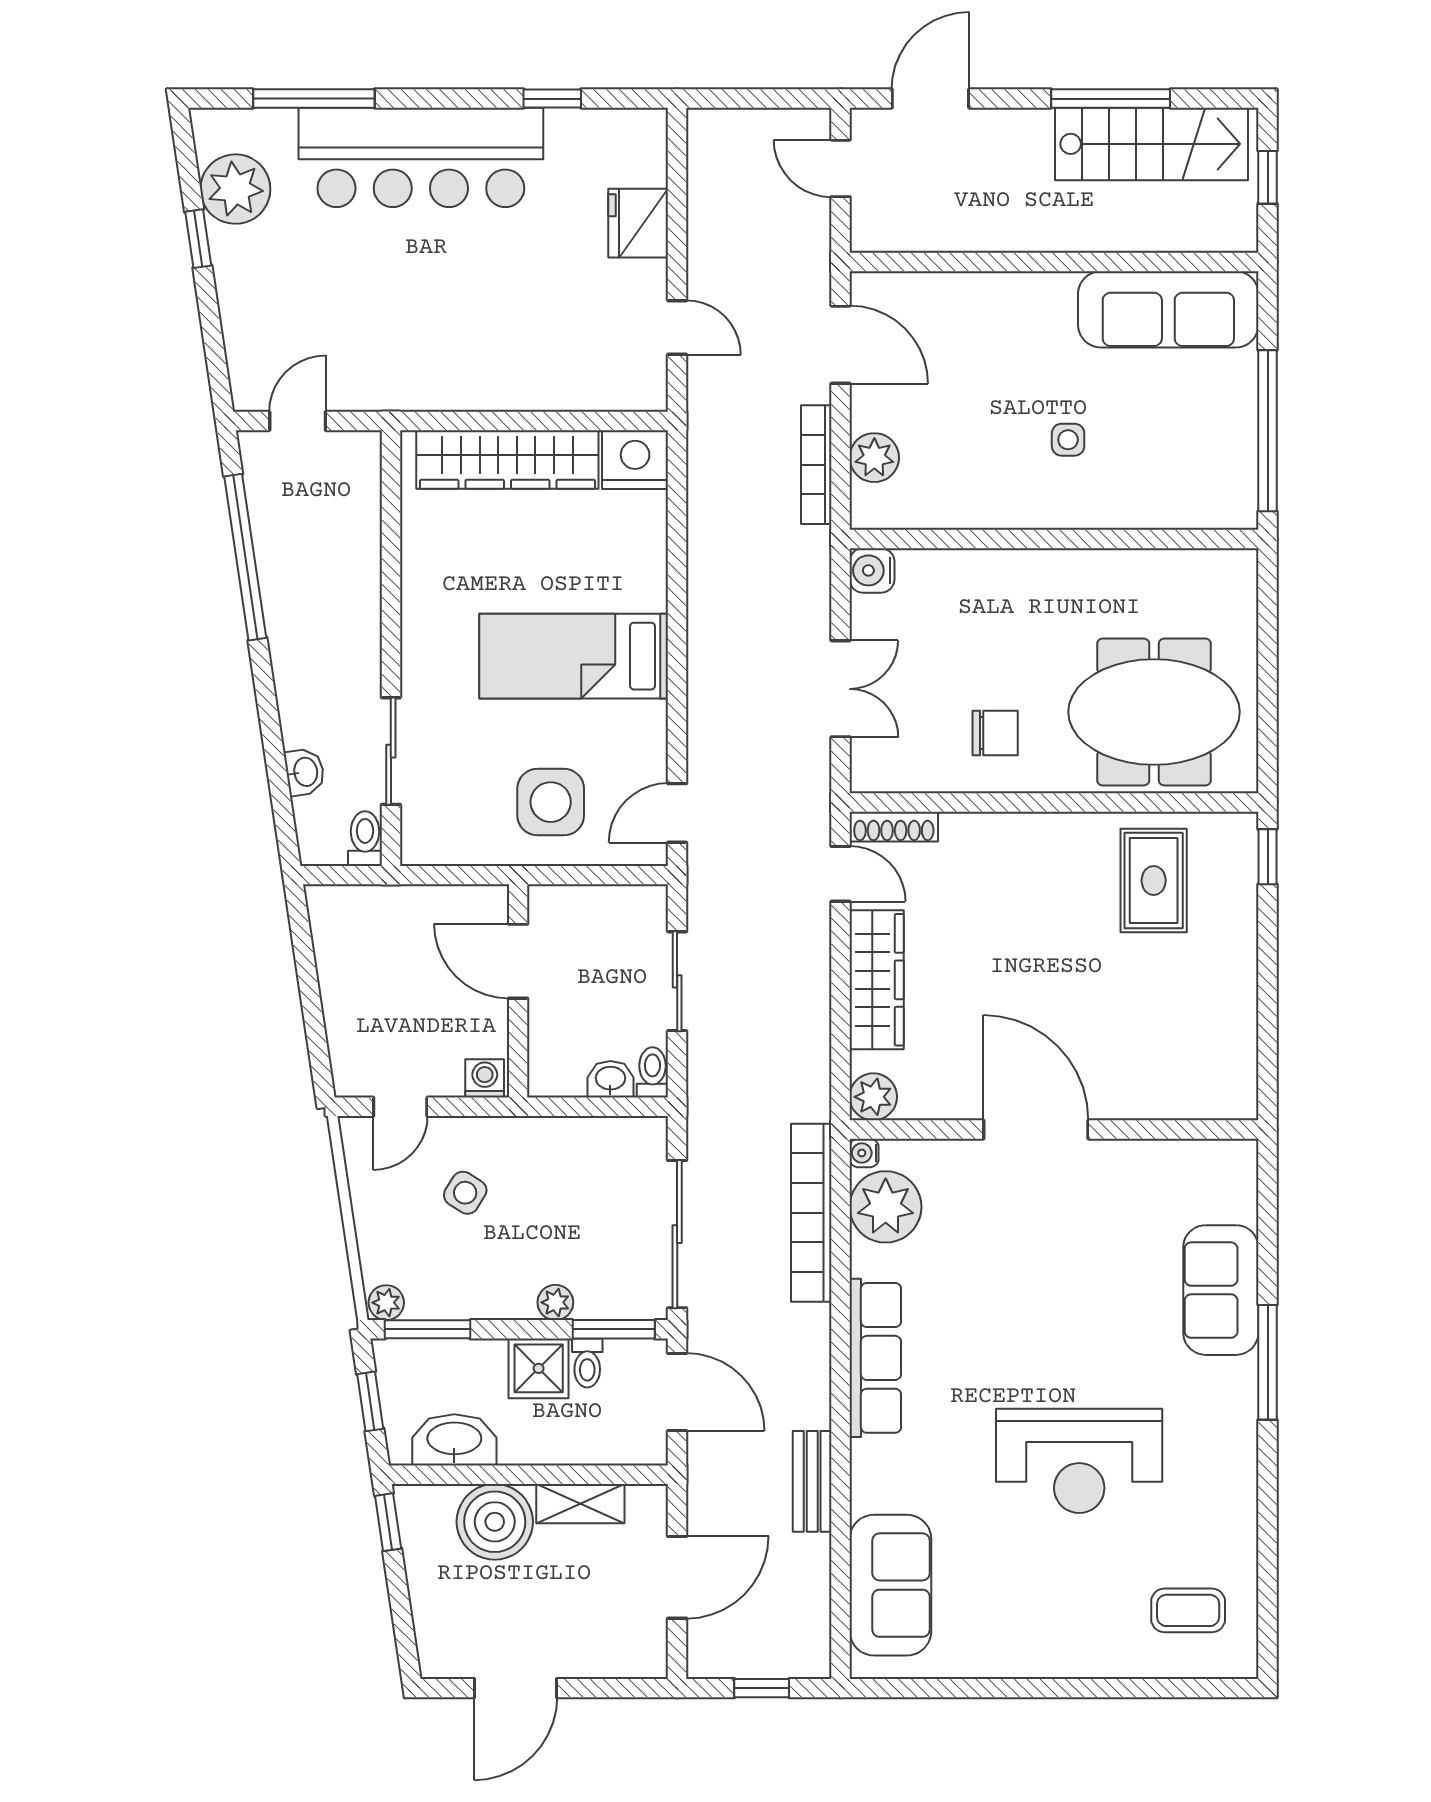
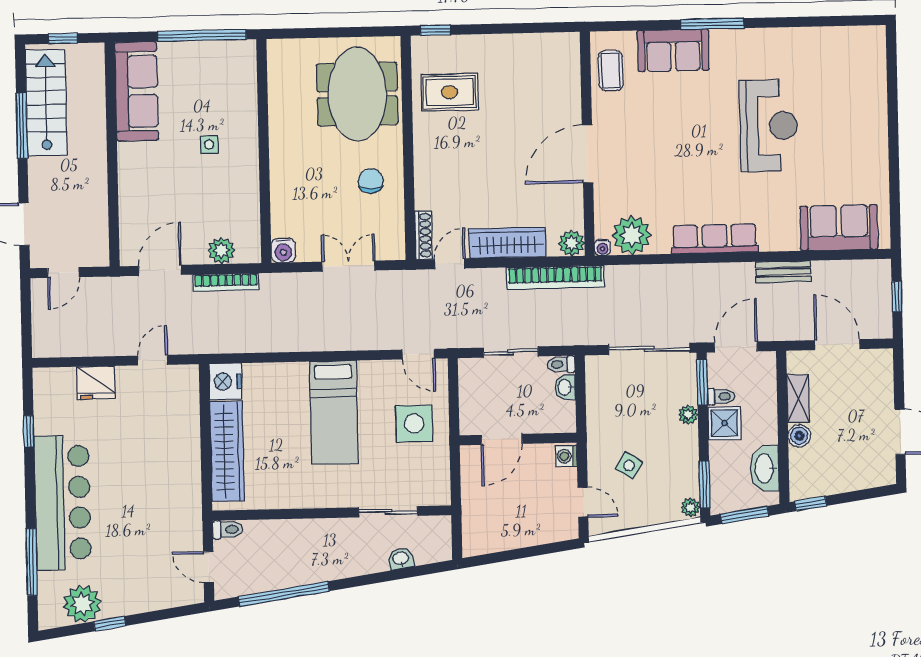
toilet: (365, 839) -> (228, 530), moved, turned 180
bookcase: (811, 1213) -> (555, 277), moved
window: (370, 1401) -> (745, 515), width x1.50
boiler: (495, 1522) -> (799, 436), width x0.54, depth x0.54
coffee table: (1188, 1610) -> (611, 71), moved

